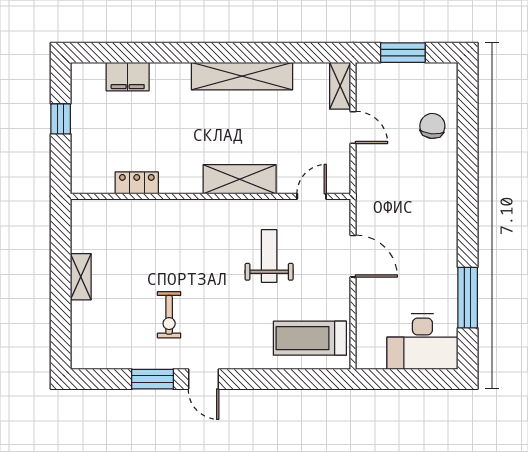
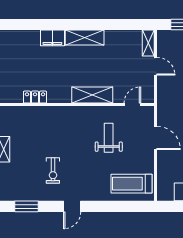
shelving: (242, 76) -> (85, 38), width x0.68
filing cabinet: (128, 77) -> (52, 38), moved
window: (153, 379) -> (26, 206), moved
door: (203, 379) -> (72, 206), hinge flipped

